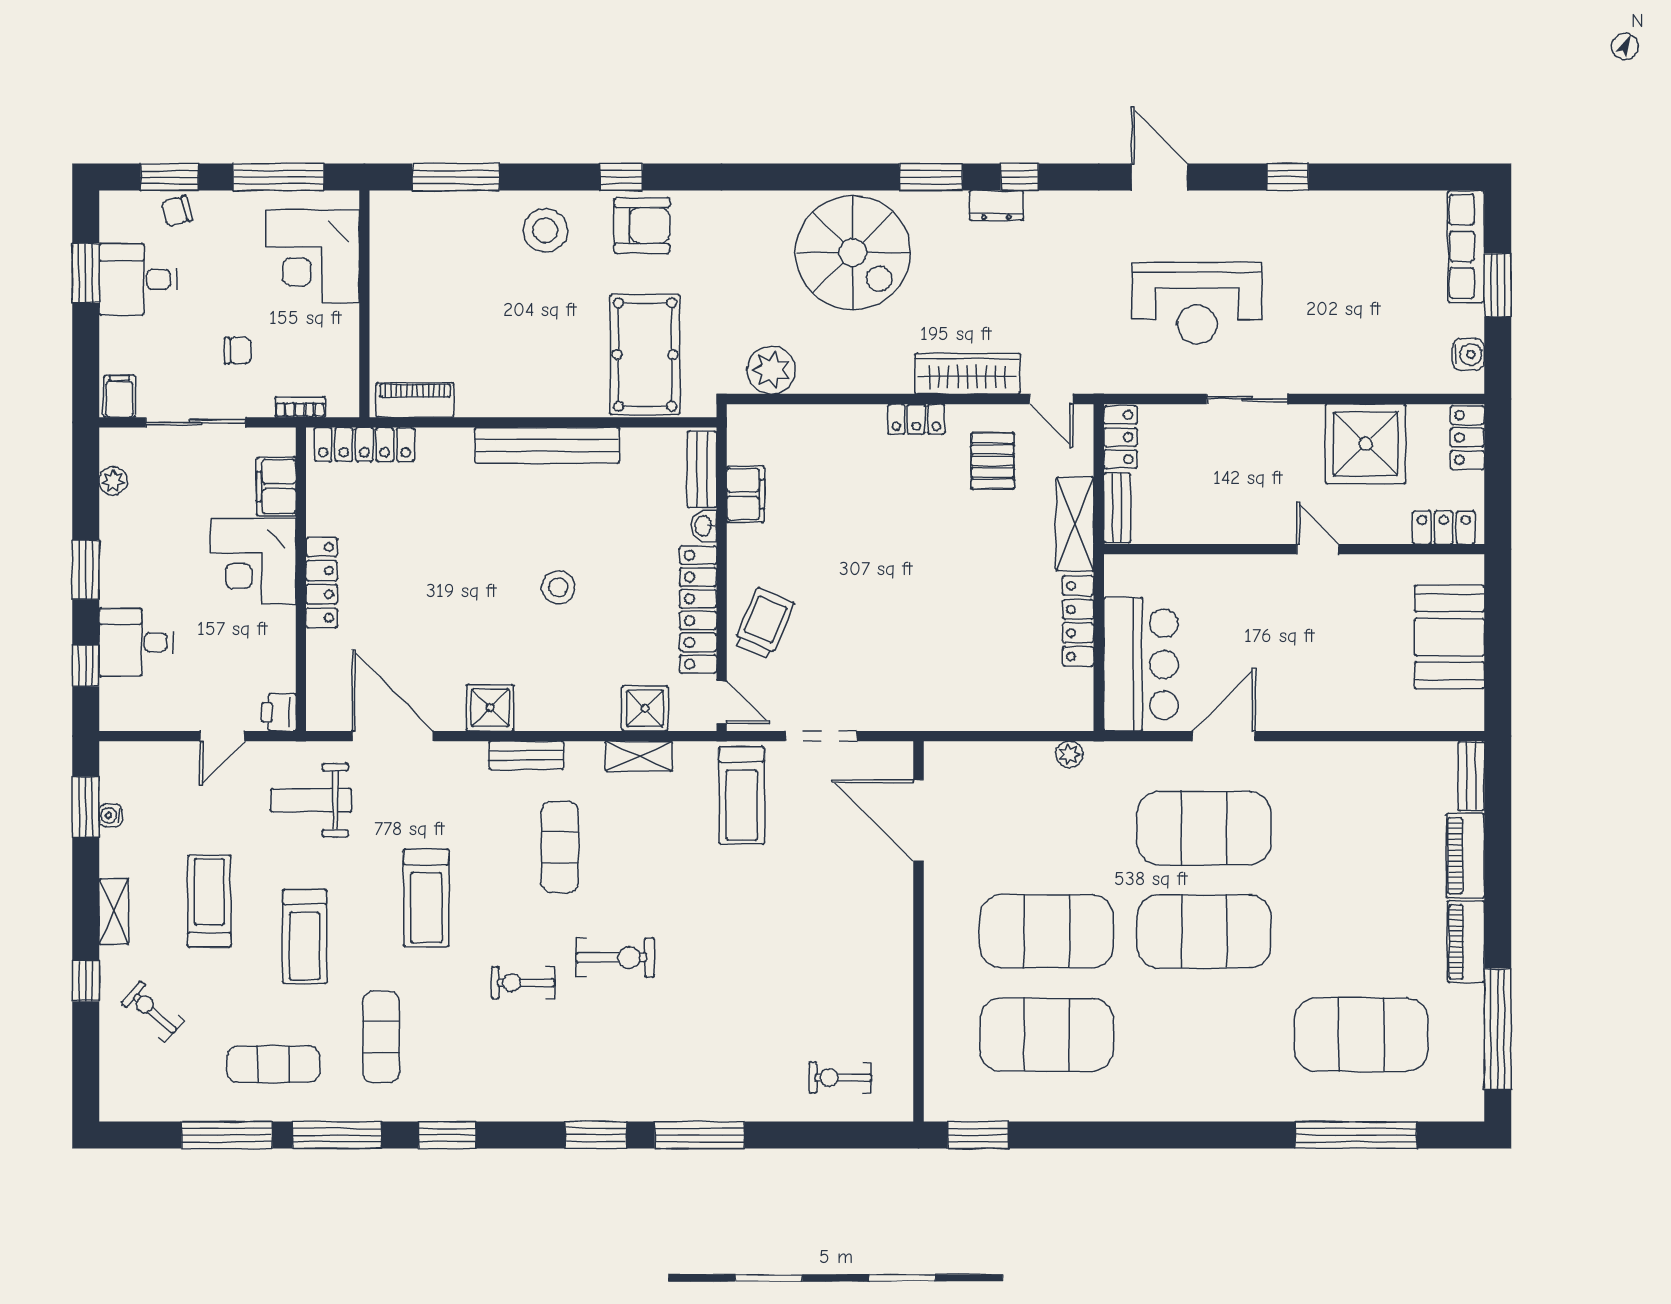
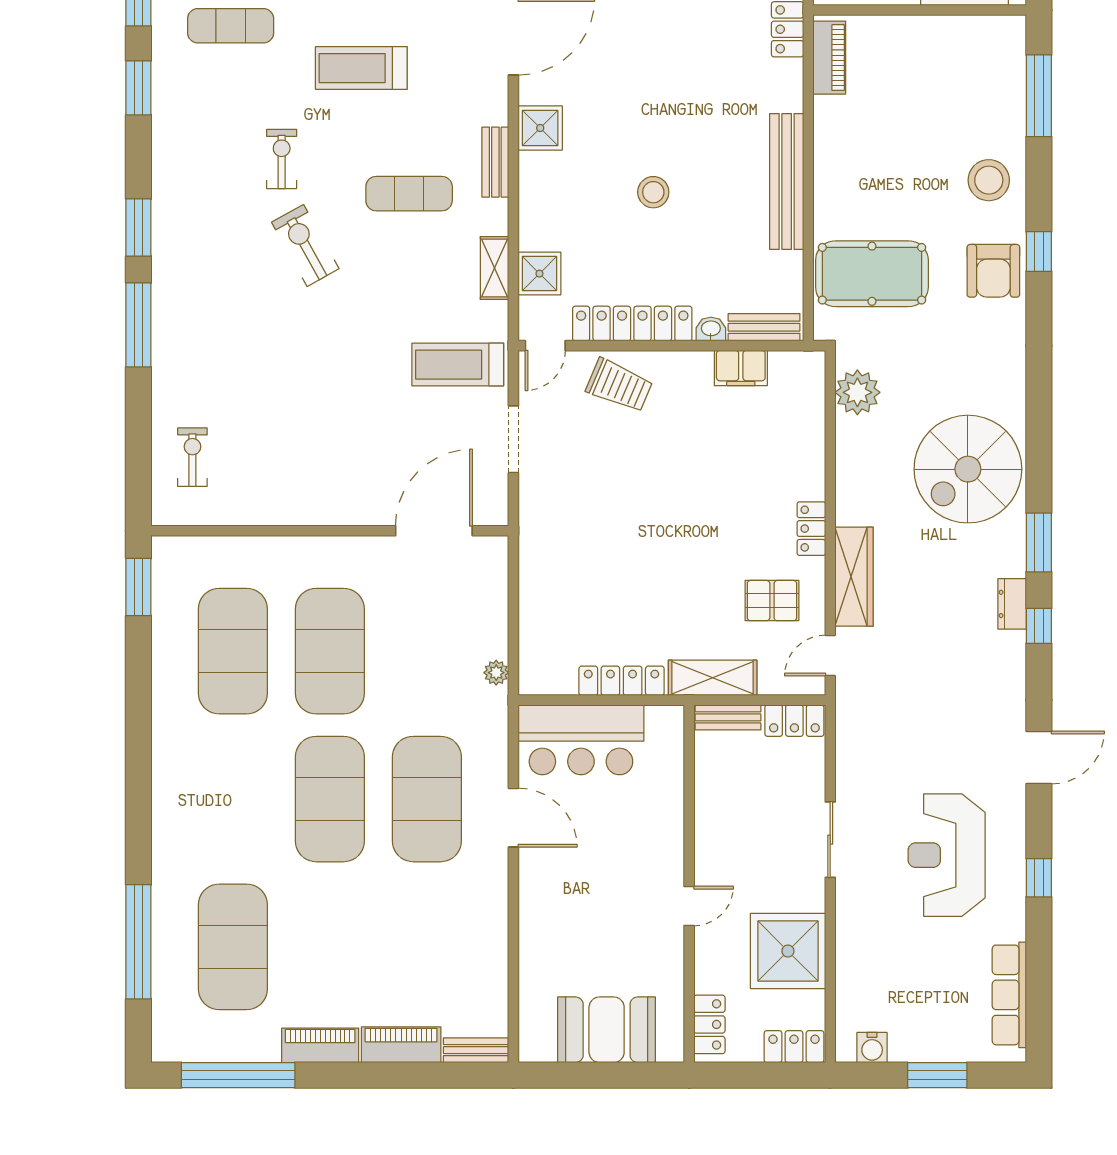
row of seats: (1466, 246) -> (1009, 995), moved, turned -90
reception desk: (1197, 303) -> (947, 855), moved
exercise bike: (615, 958) -> (305, 245), turned 151

